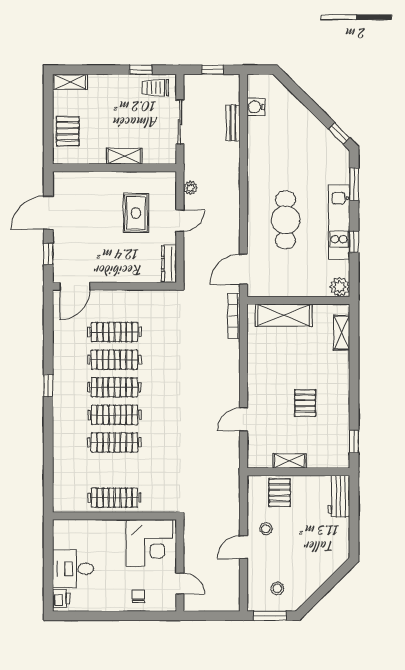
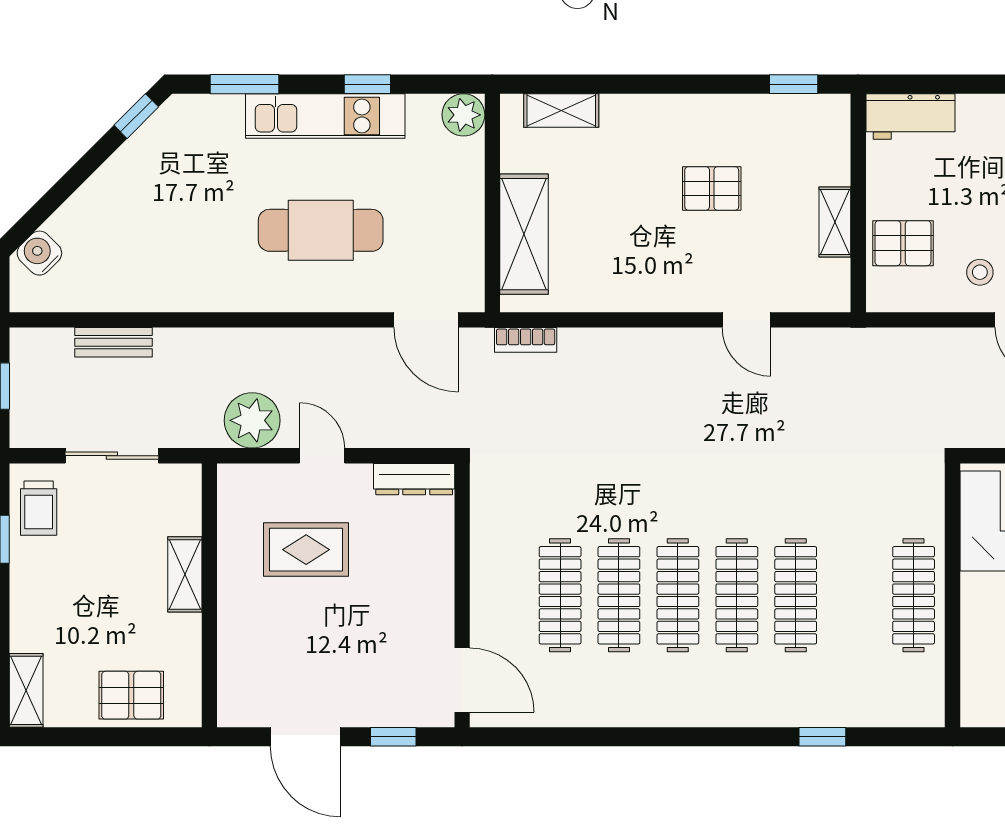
water cooler: (256, 107) -> (39, 253), moved, turned 135
plant: (190, 188) -> (252, 420), width x1.87, depth x1.87
bookcase: (234, 316) -> (526, 340), width x0.64
window: (48, 386) -> (822, 737), moved

